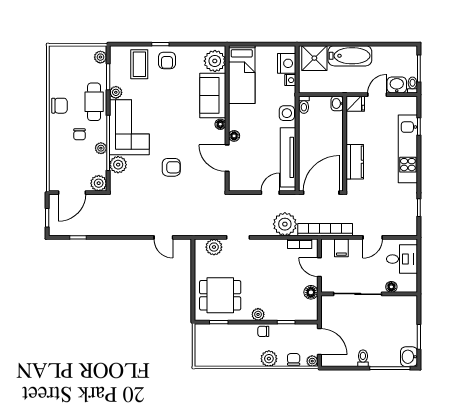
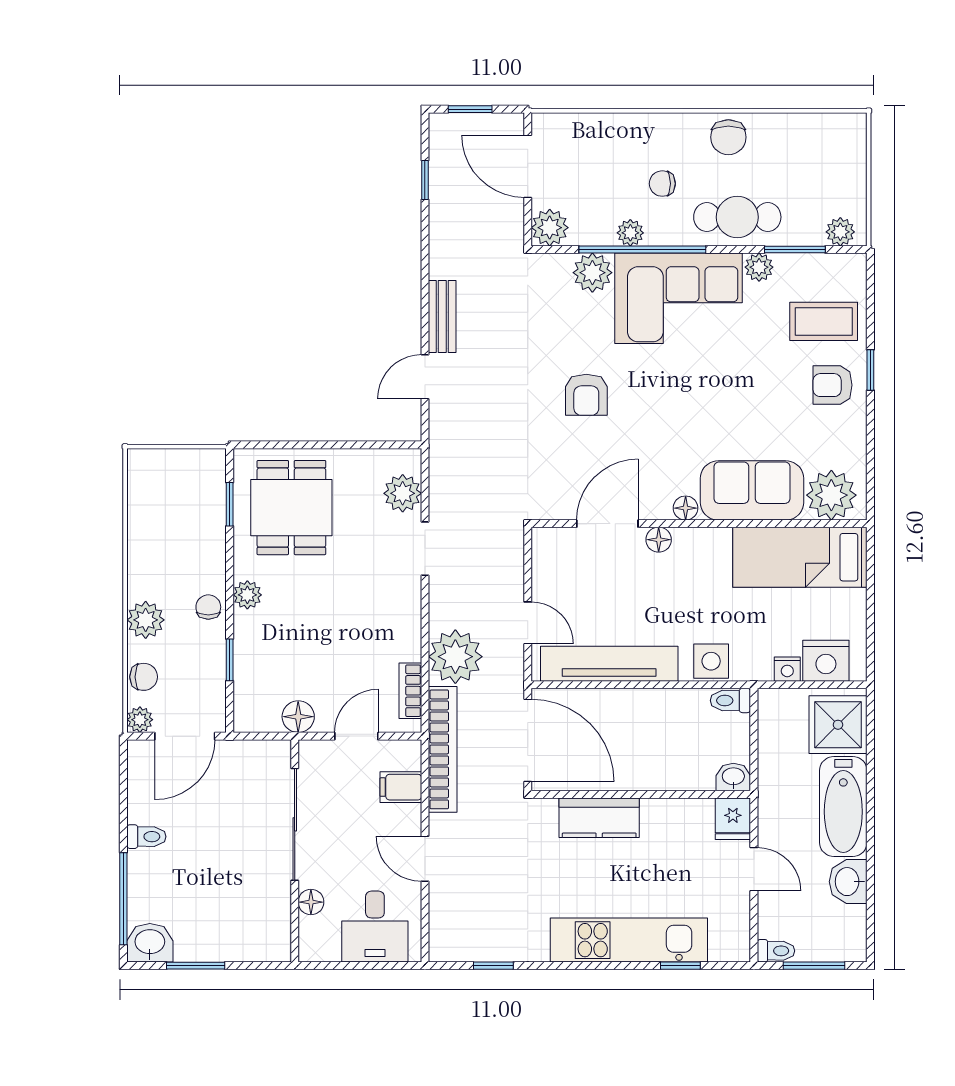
washbasin: (397, 85) -> (848, 882), moved, turned 180
bench: (137, 230) -> (442, 317), added

